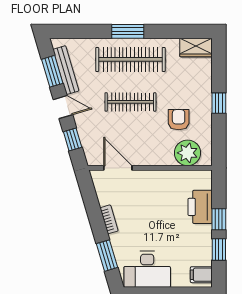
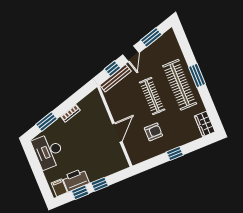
bench: (66, 70) -> (115, 78), moved
plant: (188, 153) -> (134, 146), removed
door: (118, 168) -> (117, 133), moved
printer: (200, 207) -> (76, 180), moved

